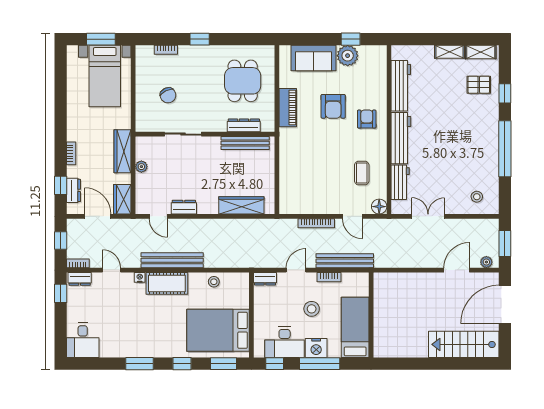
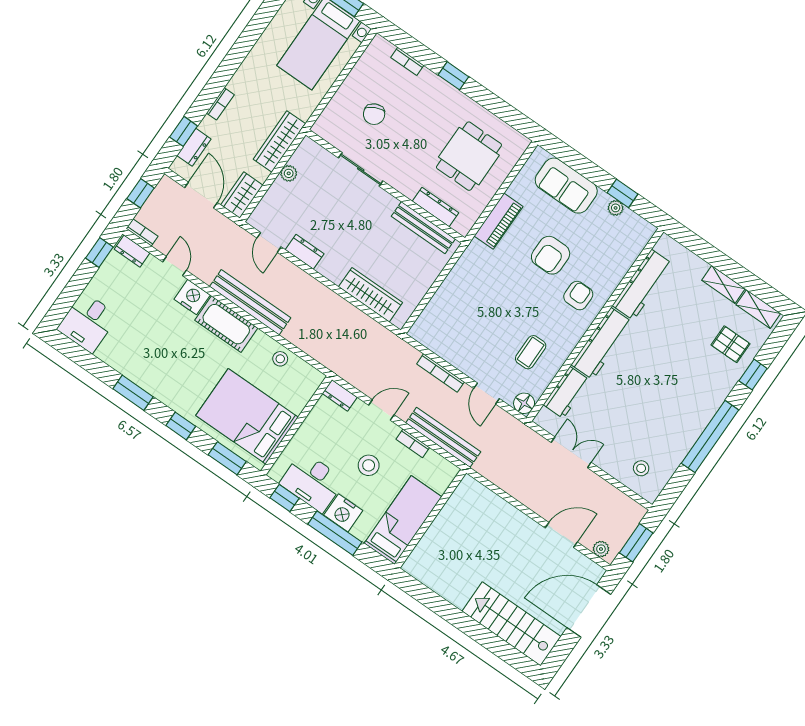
plant: (348, 56) -> (616, 208), width x0.53, depth x0.53
nightstand: (140, 277) -> (192, 297), width x1.89, depth x1.79

